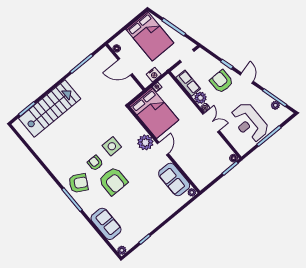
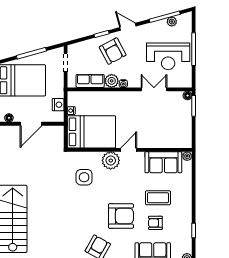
armchair: (221, 81) -> (113, 51), turned -118
double door: (211, 122) -> (154, 89), moved
side table: (112, 146) -> (84, 177), moved
door: (163, 149) -> (129, 150), hinge flipped
armchair: (95, 163) -> (155, 223), moved
coffee table: (147, 196) -> (158, 198), added

